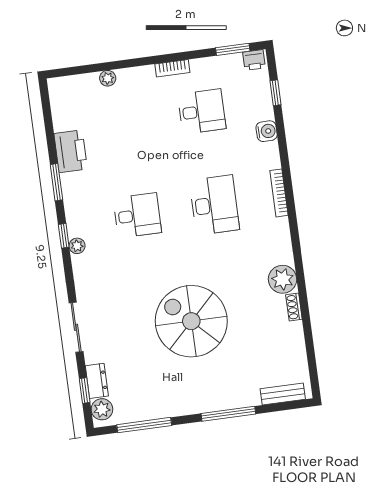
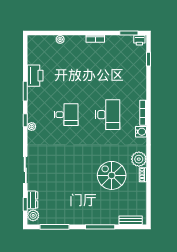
desk: (202, 111) -> (108, 64), removed
water cooler: (267, 131) -> (141, 132), moved
spiral stairs: (191, 321) -> (112, 175), moved, width x0.73, depth x0.73

